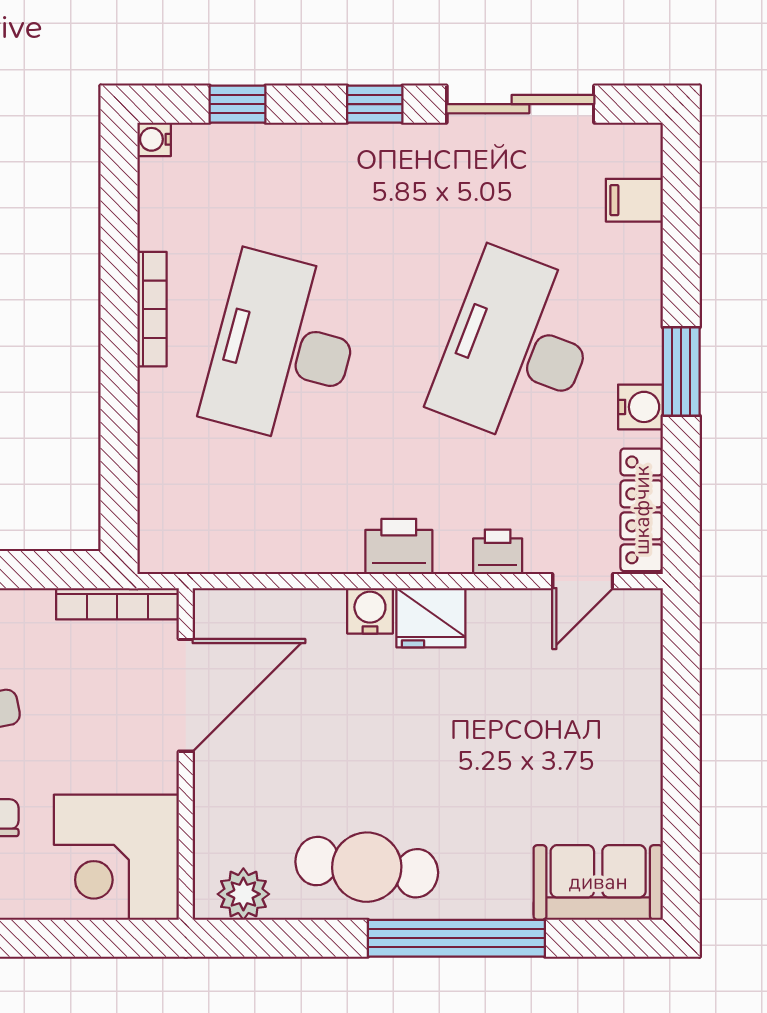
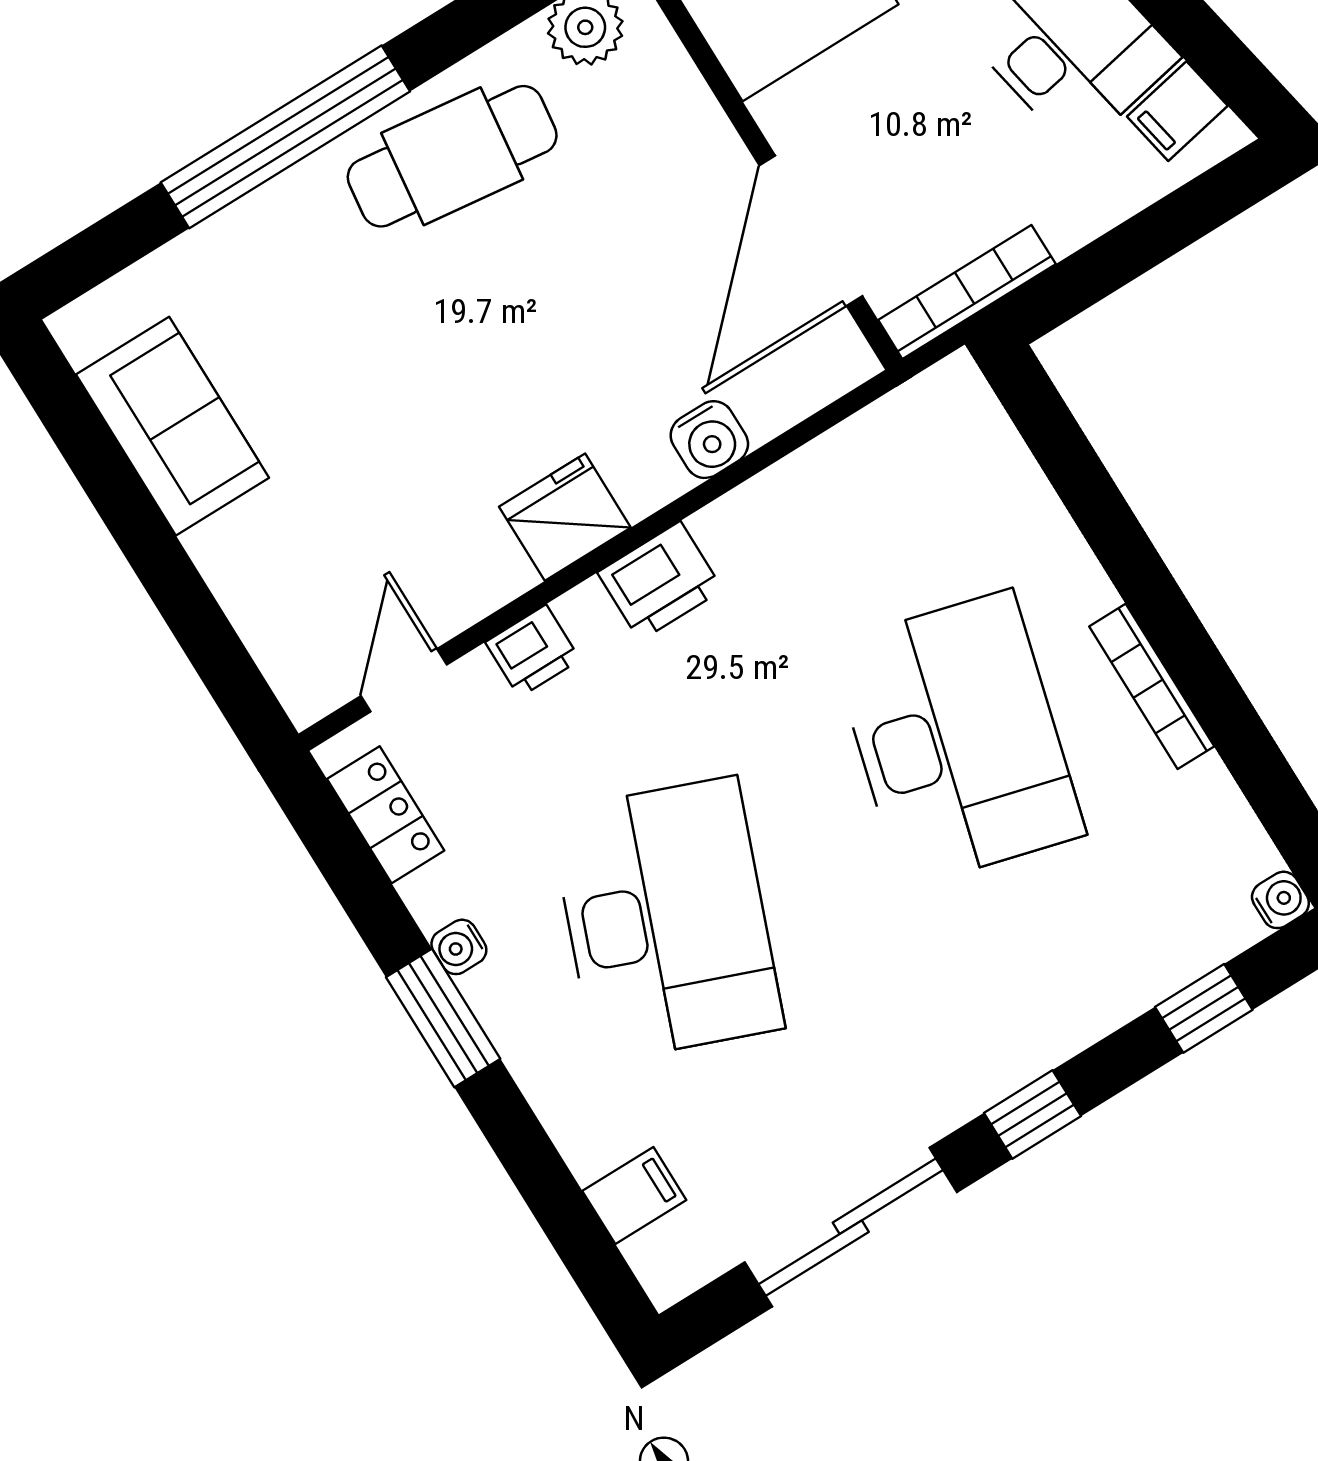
water cooler: (640, 407) -> (459, 947), width x0.72, depth x0.72
locker: (642, 510) -> (386, 815), width x0.66
water cooler: (370, 611) -> (709, 440), moved
sofa: (598, 882) -> (173, 426), moved, turned -90

